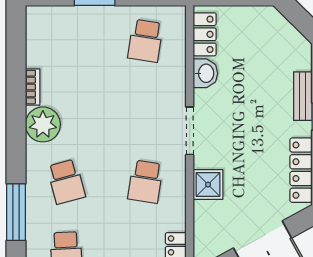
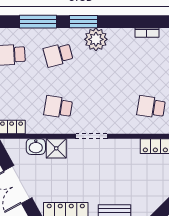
washbasin: (205, 73) -> (36, 147), moved
bookcase: (33, 87) -> (147, 33), moved
window: (16, 143) -> (84, 22), added

